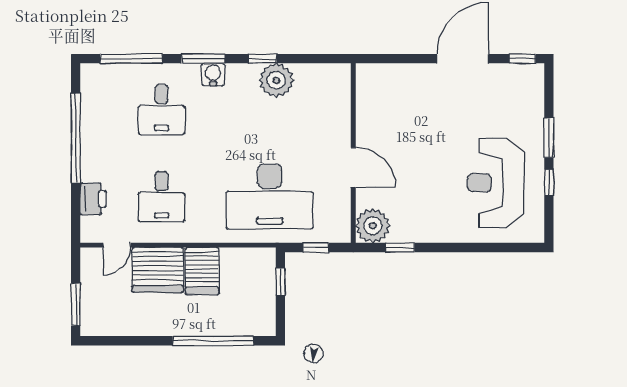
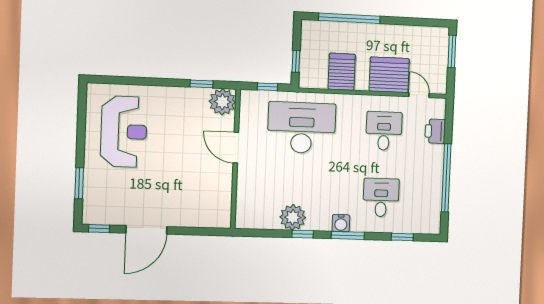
window: (131, 59) -> (402, 237), width x0.46
window: (549, 138) -> (79, 183), moved
window: (549, 183) -> (81, 130), removed
door: (117, 245) -> (419, 95), hinge flipped
server rack: (202, 271) -> (342, 72), moved

